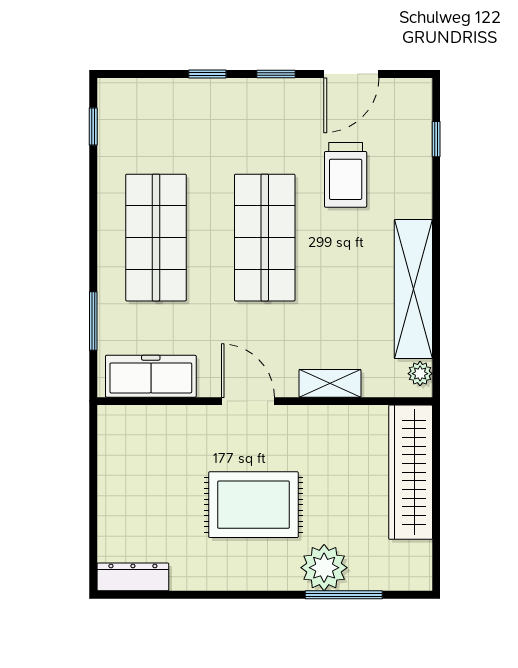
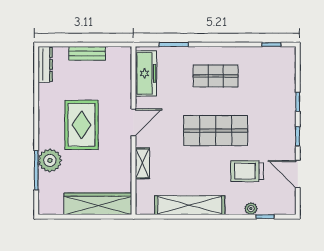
shop shelf: (156, 238) -> (216, 76), width x0.70, depth x0.74
plant: (420, 374) -> (251, 209), moved
bench: (111, 493) -> (87, 53), added

